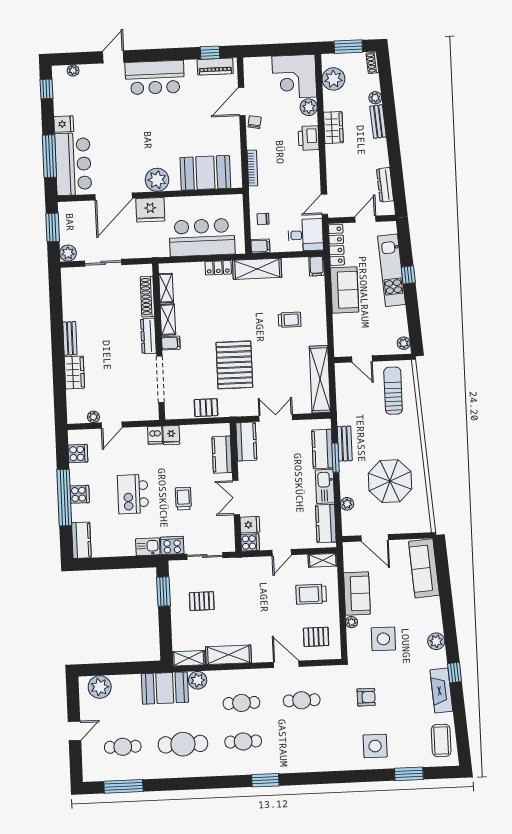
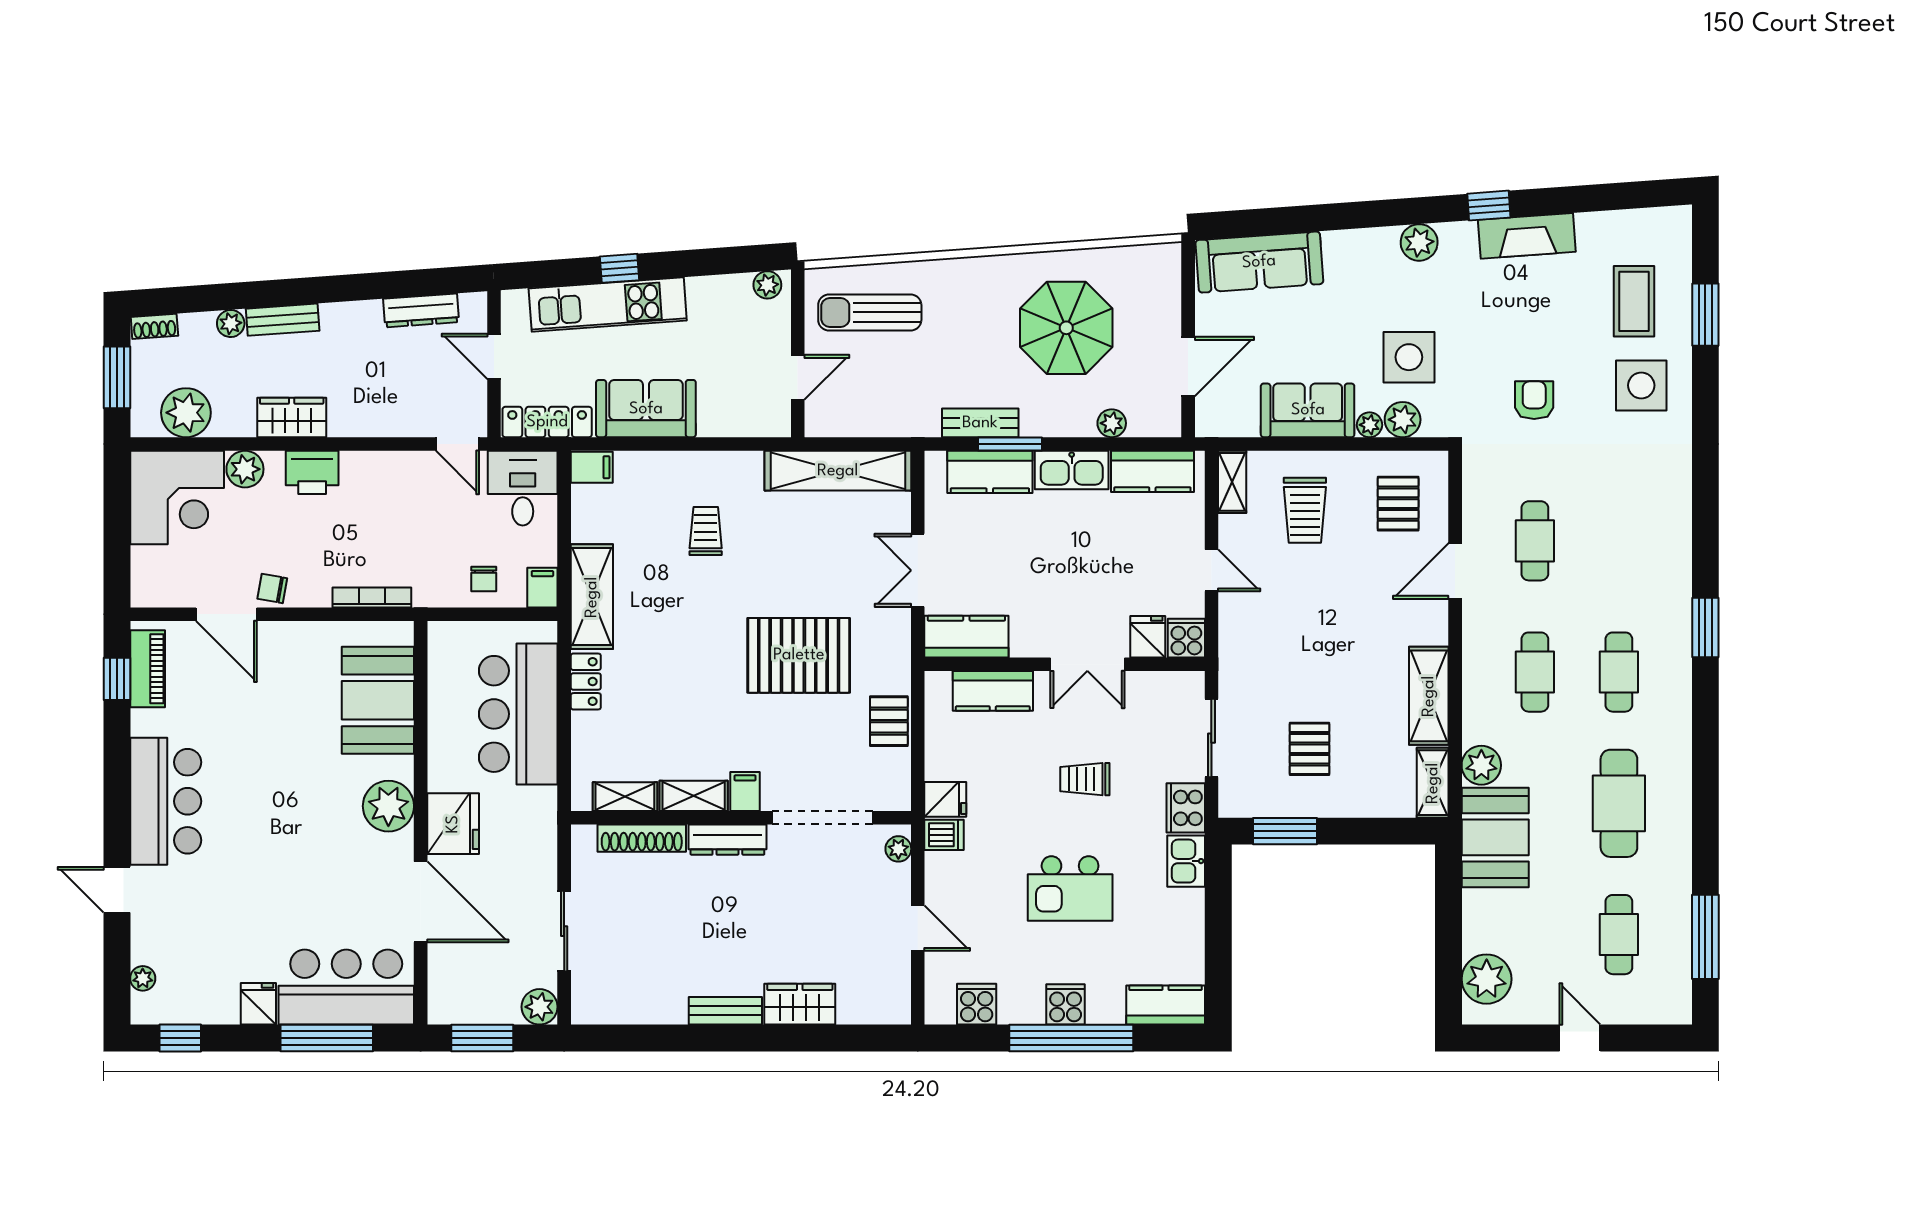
plant: (93, 417) -> (898, 849), moved
plant: (355, 637) -> (1403, 420), added
coffee table: (441, 740) -> (1634, 301), moved, turned 90

